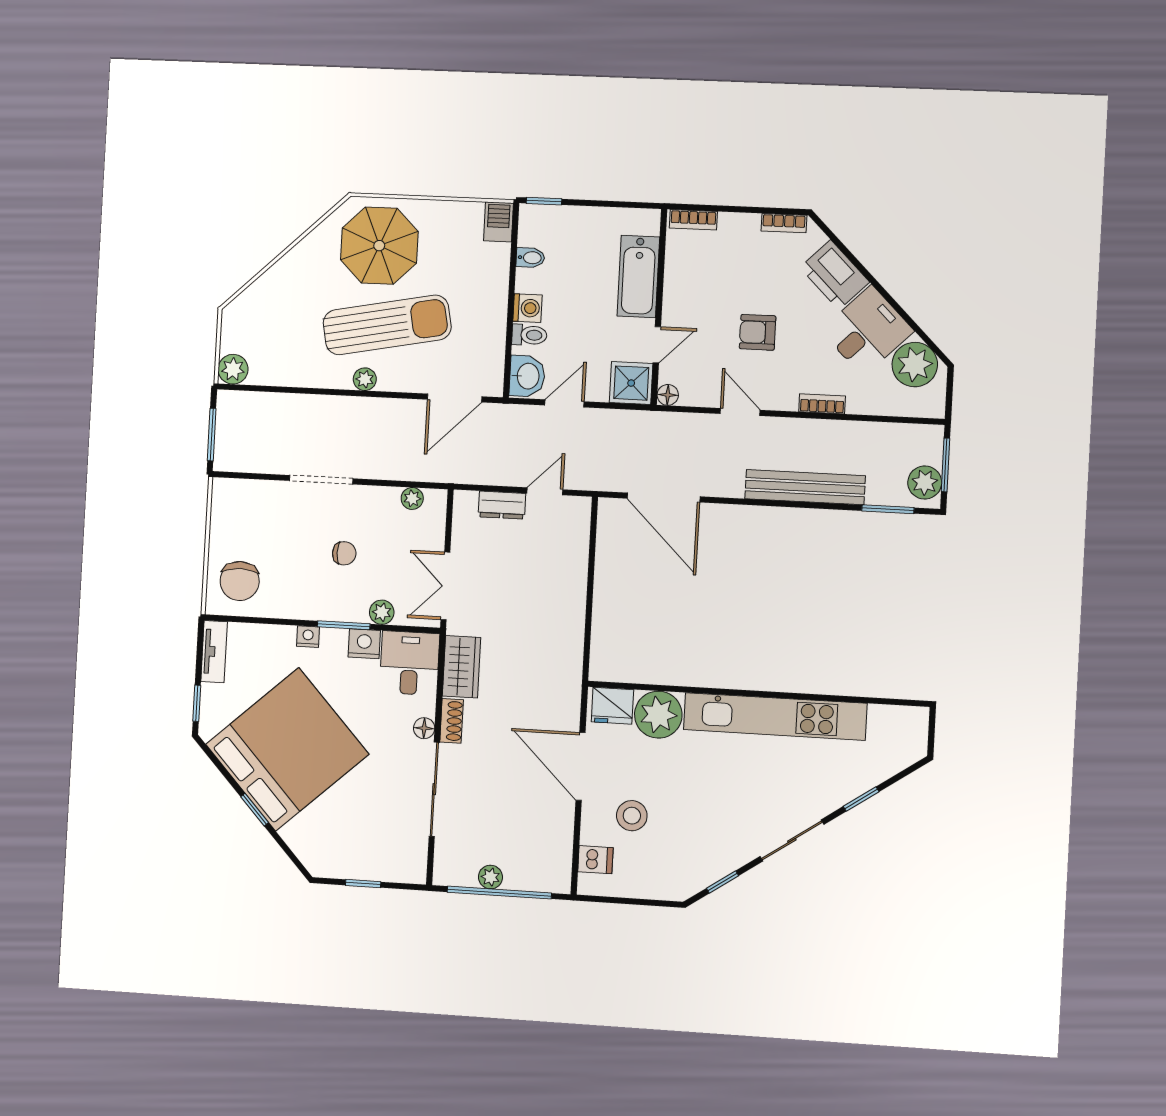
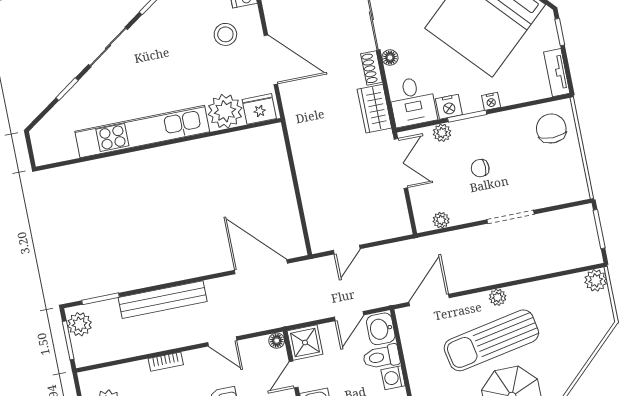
toilet: (529, 335) -> (381, 357), width x1.37, depth x1.39
dresser: (502, 505) -> (375, 232), removed

